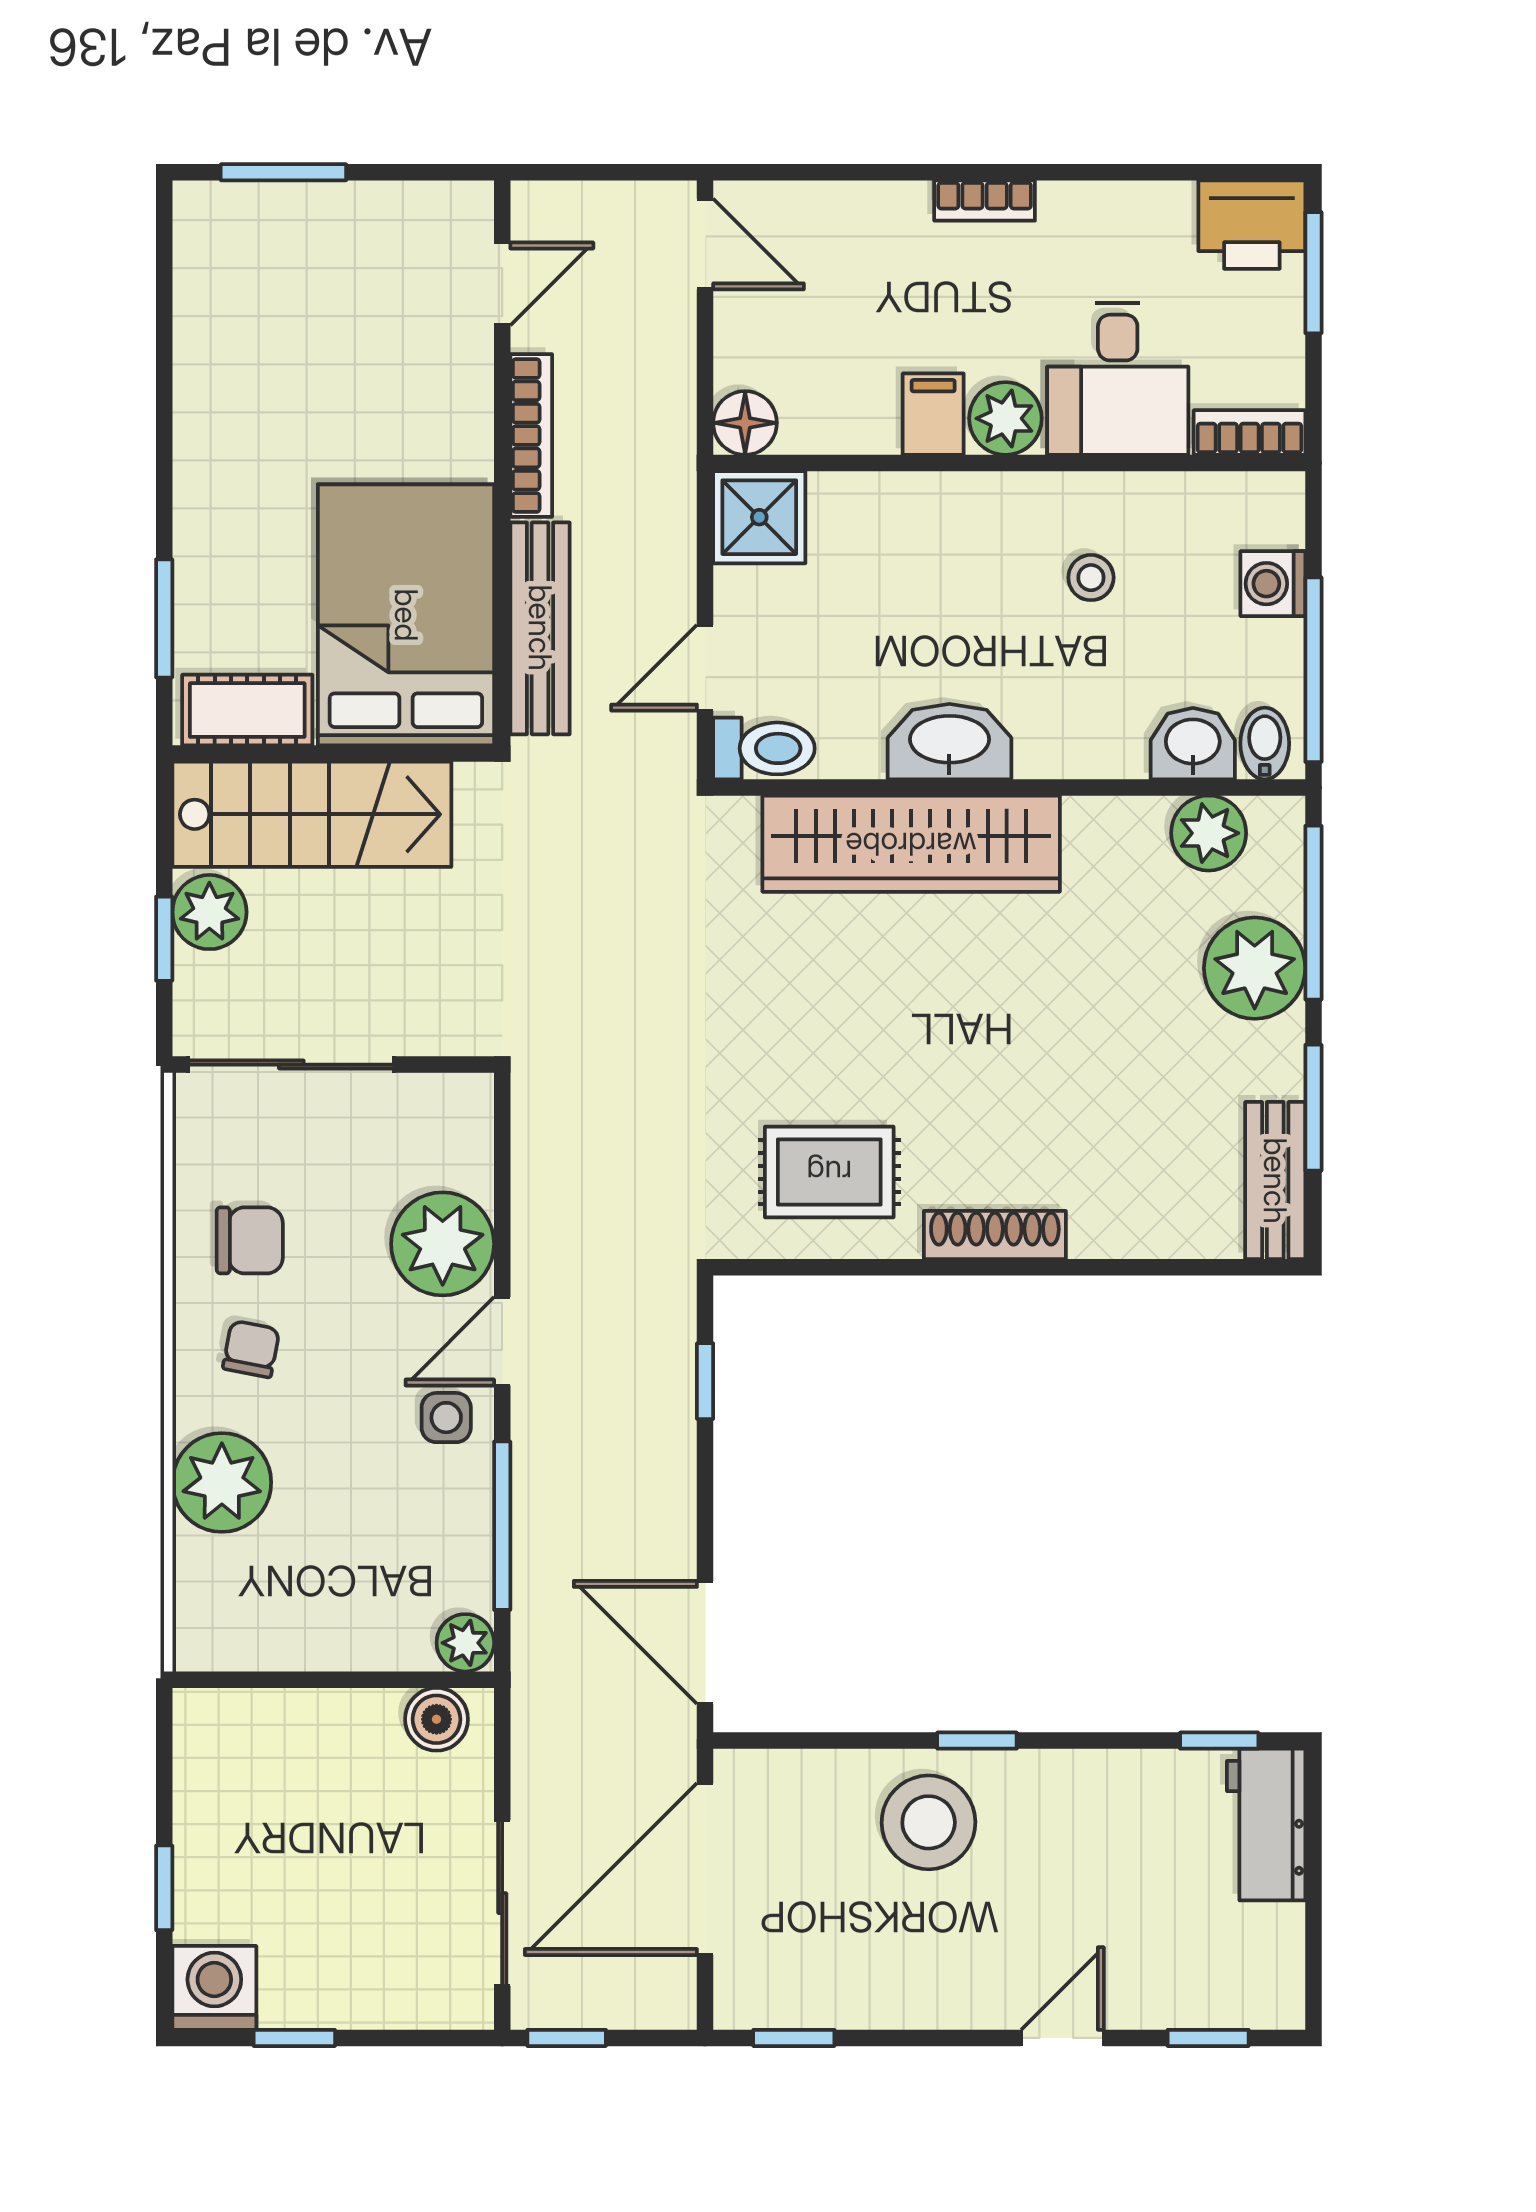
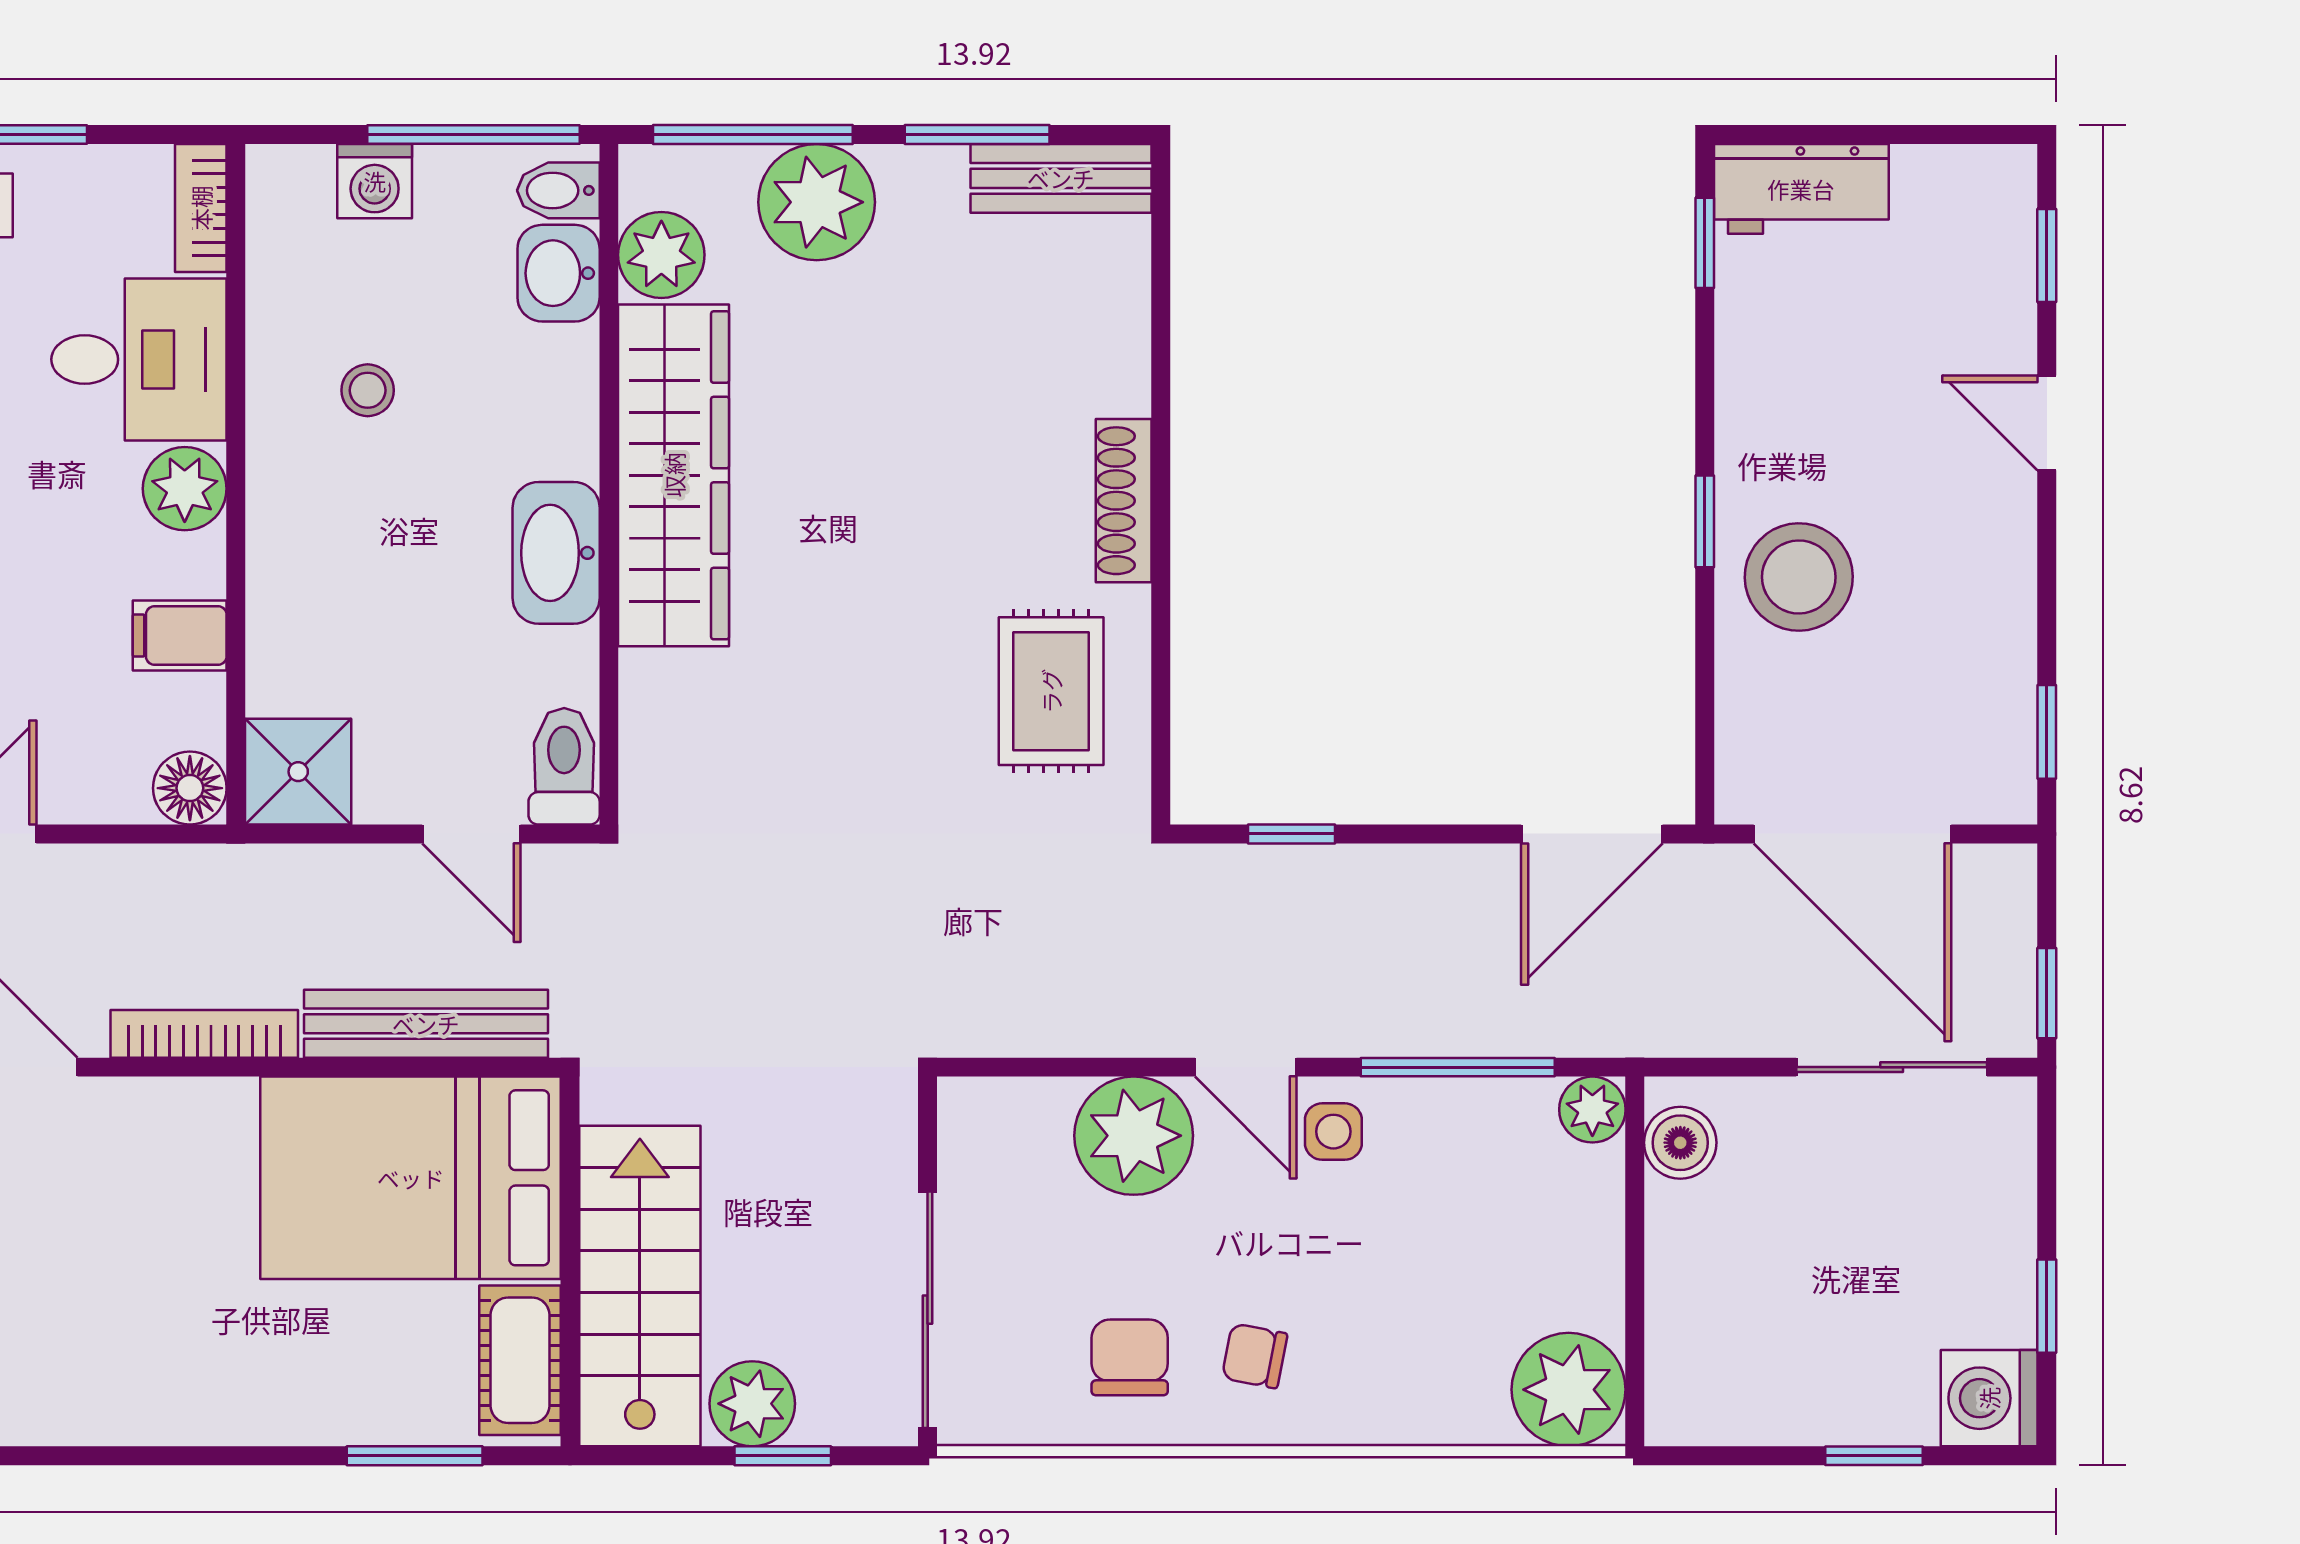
filing cabinet: (933, 414) -> (180, 636), moved
wardrobe: (911, 844) -> (674, 475), moved
plant: (222, 1482) -> (1569, 1390), moved

